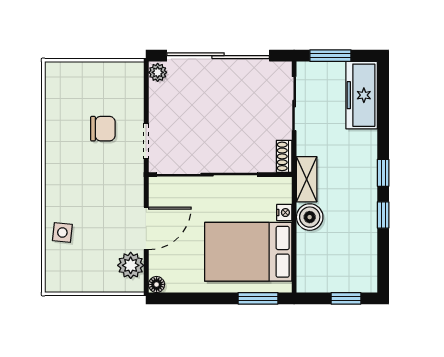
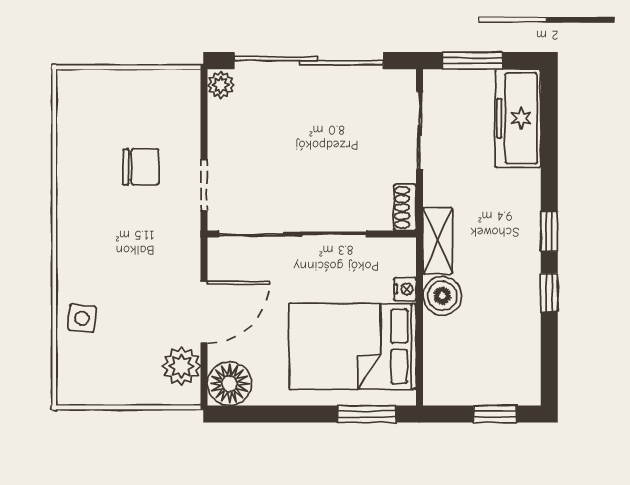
floor lamp: (157, 284) -> (229, 384), width x1.89, depth x1.89

